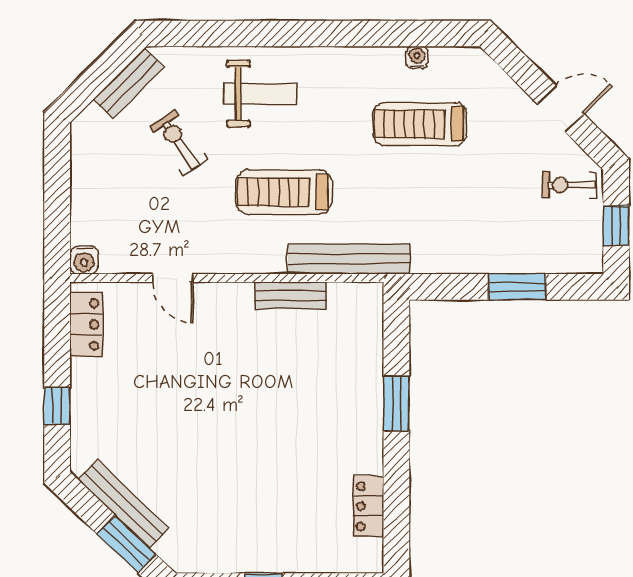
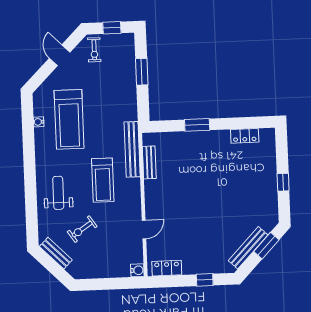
treadmill: (420, 124) -> (69, 119), width x1.37, depth x1.38
bench: (291, 295) -> (149, 162), moved

